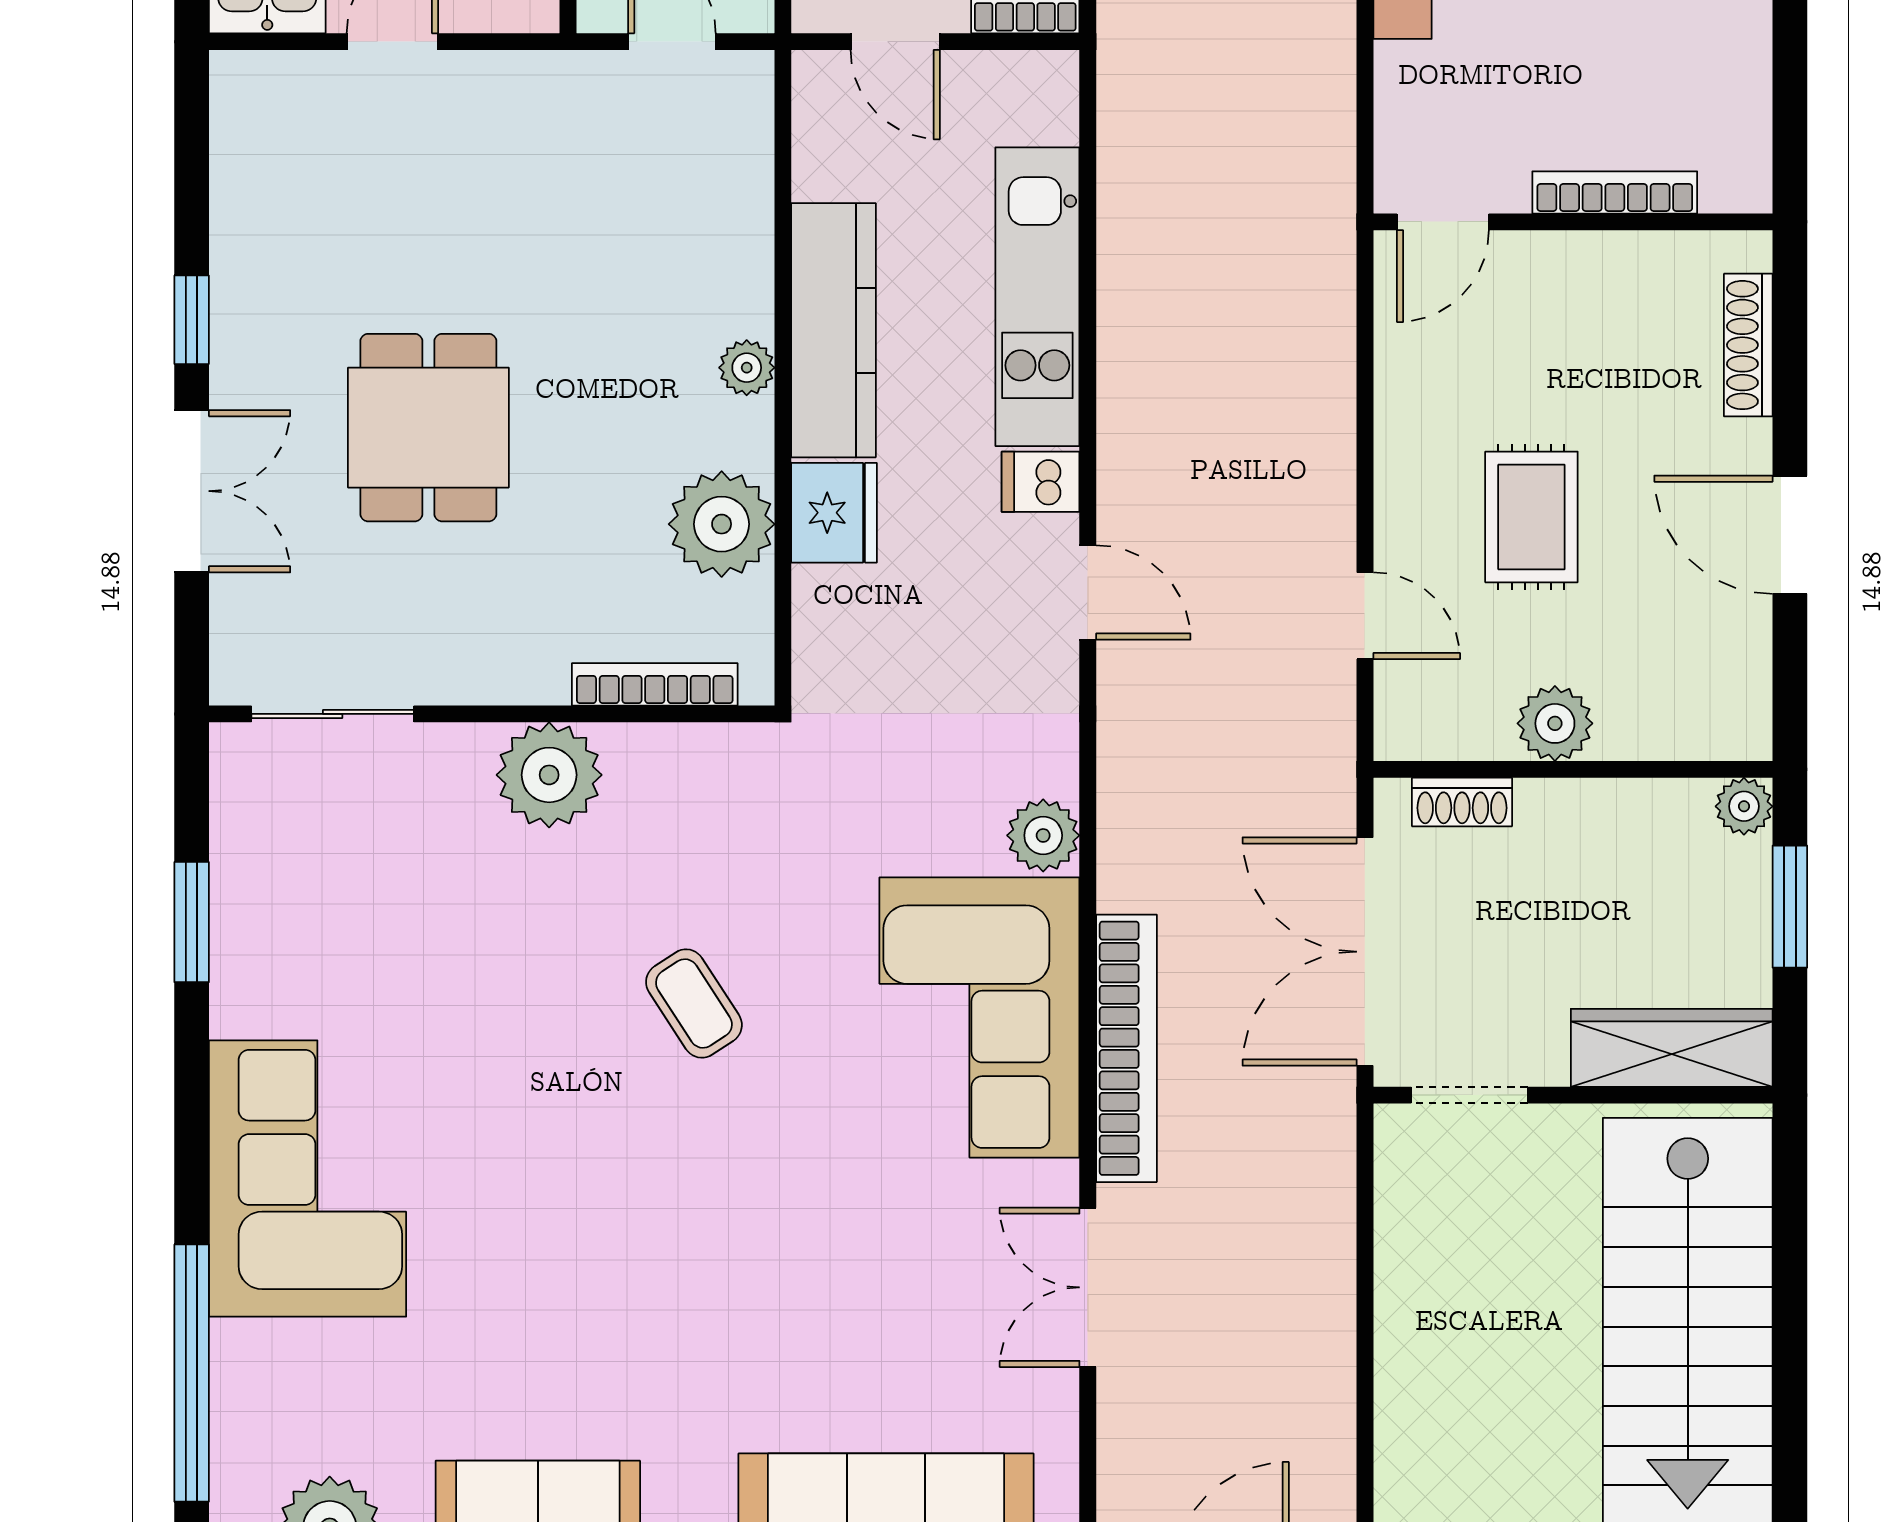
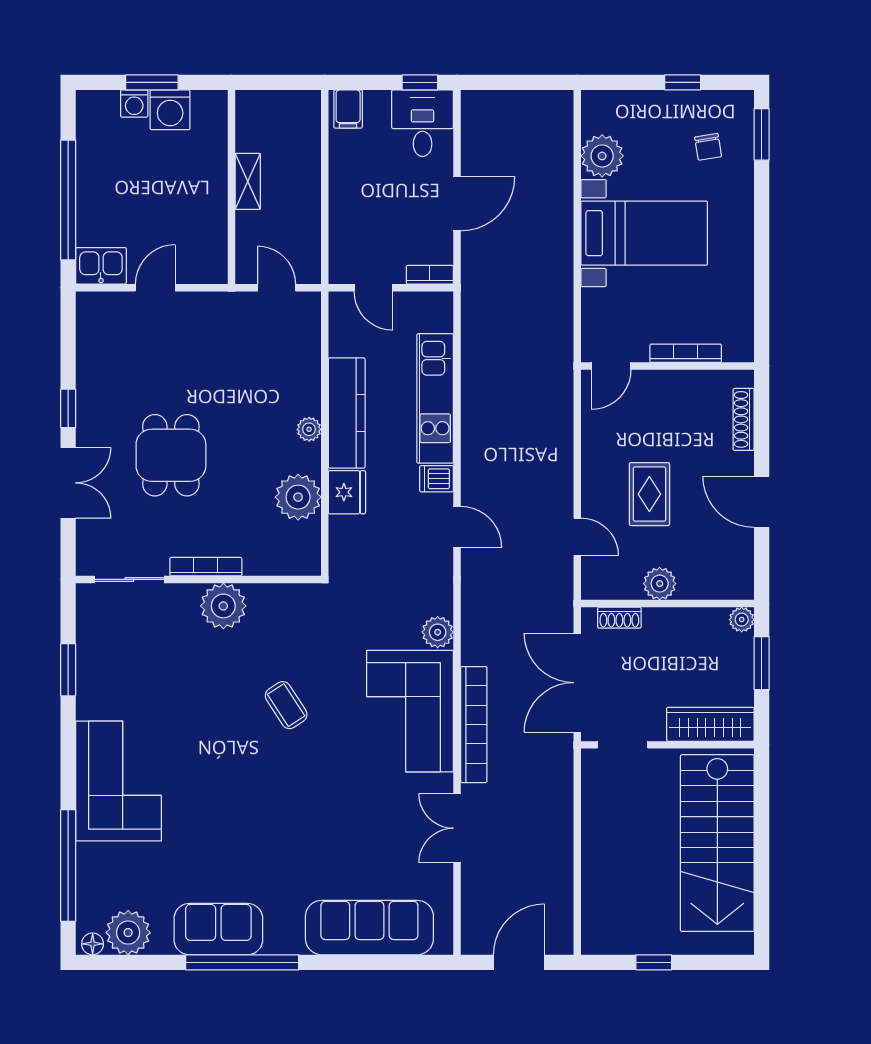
bookcase: (655, 684) -> (206, 567), moved

